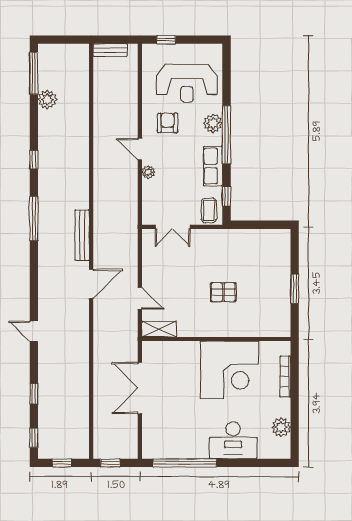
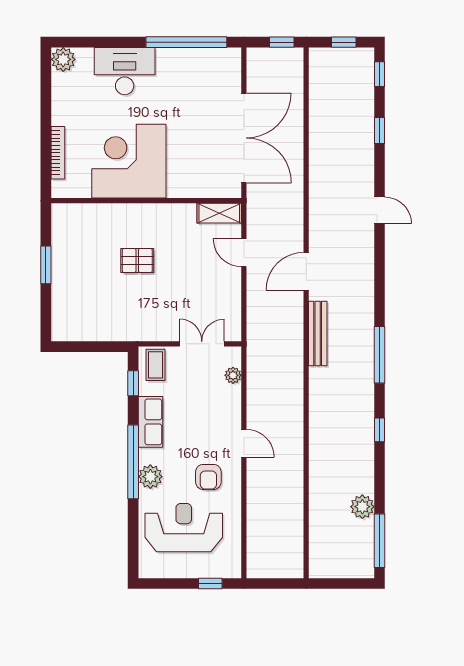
bench: (110, 50) -> (282, 570), removed
plant: (148, 172) -> (233, 375), moved
double door: (140, 388) -> (244, 138), width x1.36
plant: (281, 427) -> (63, 59), moved

